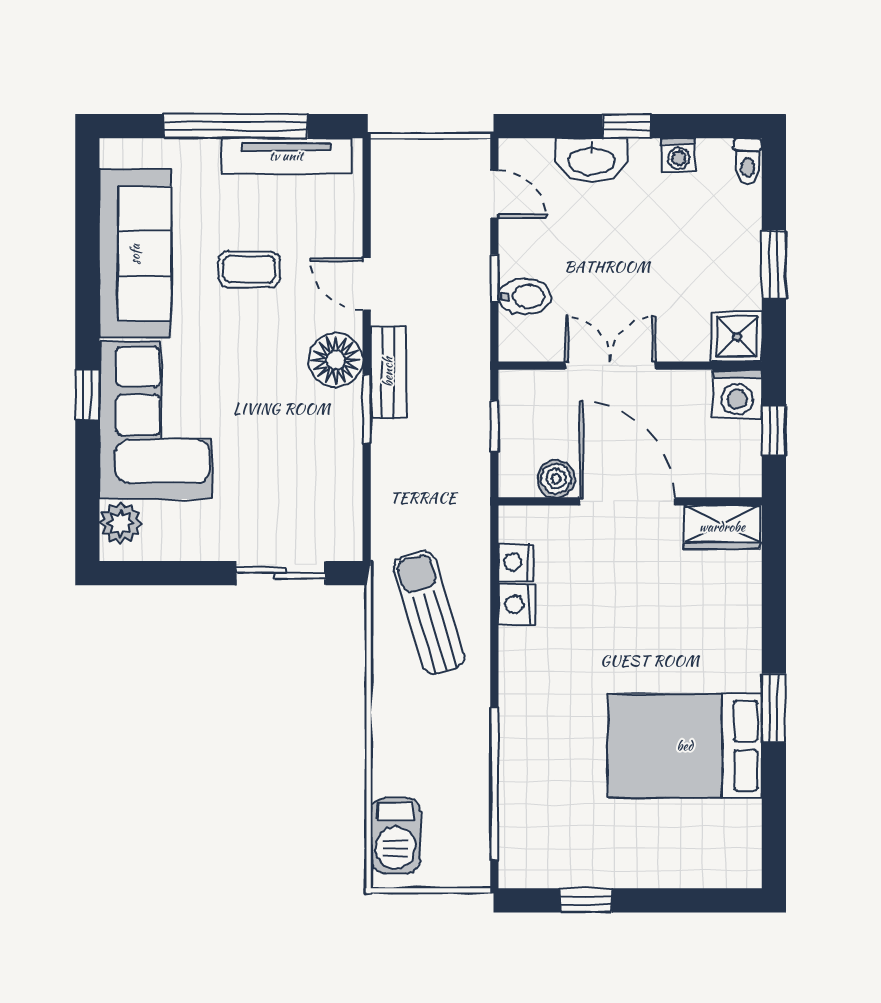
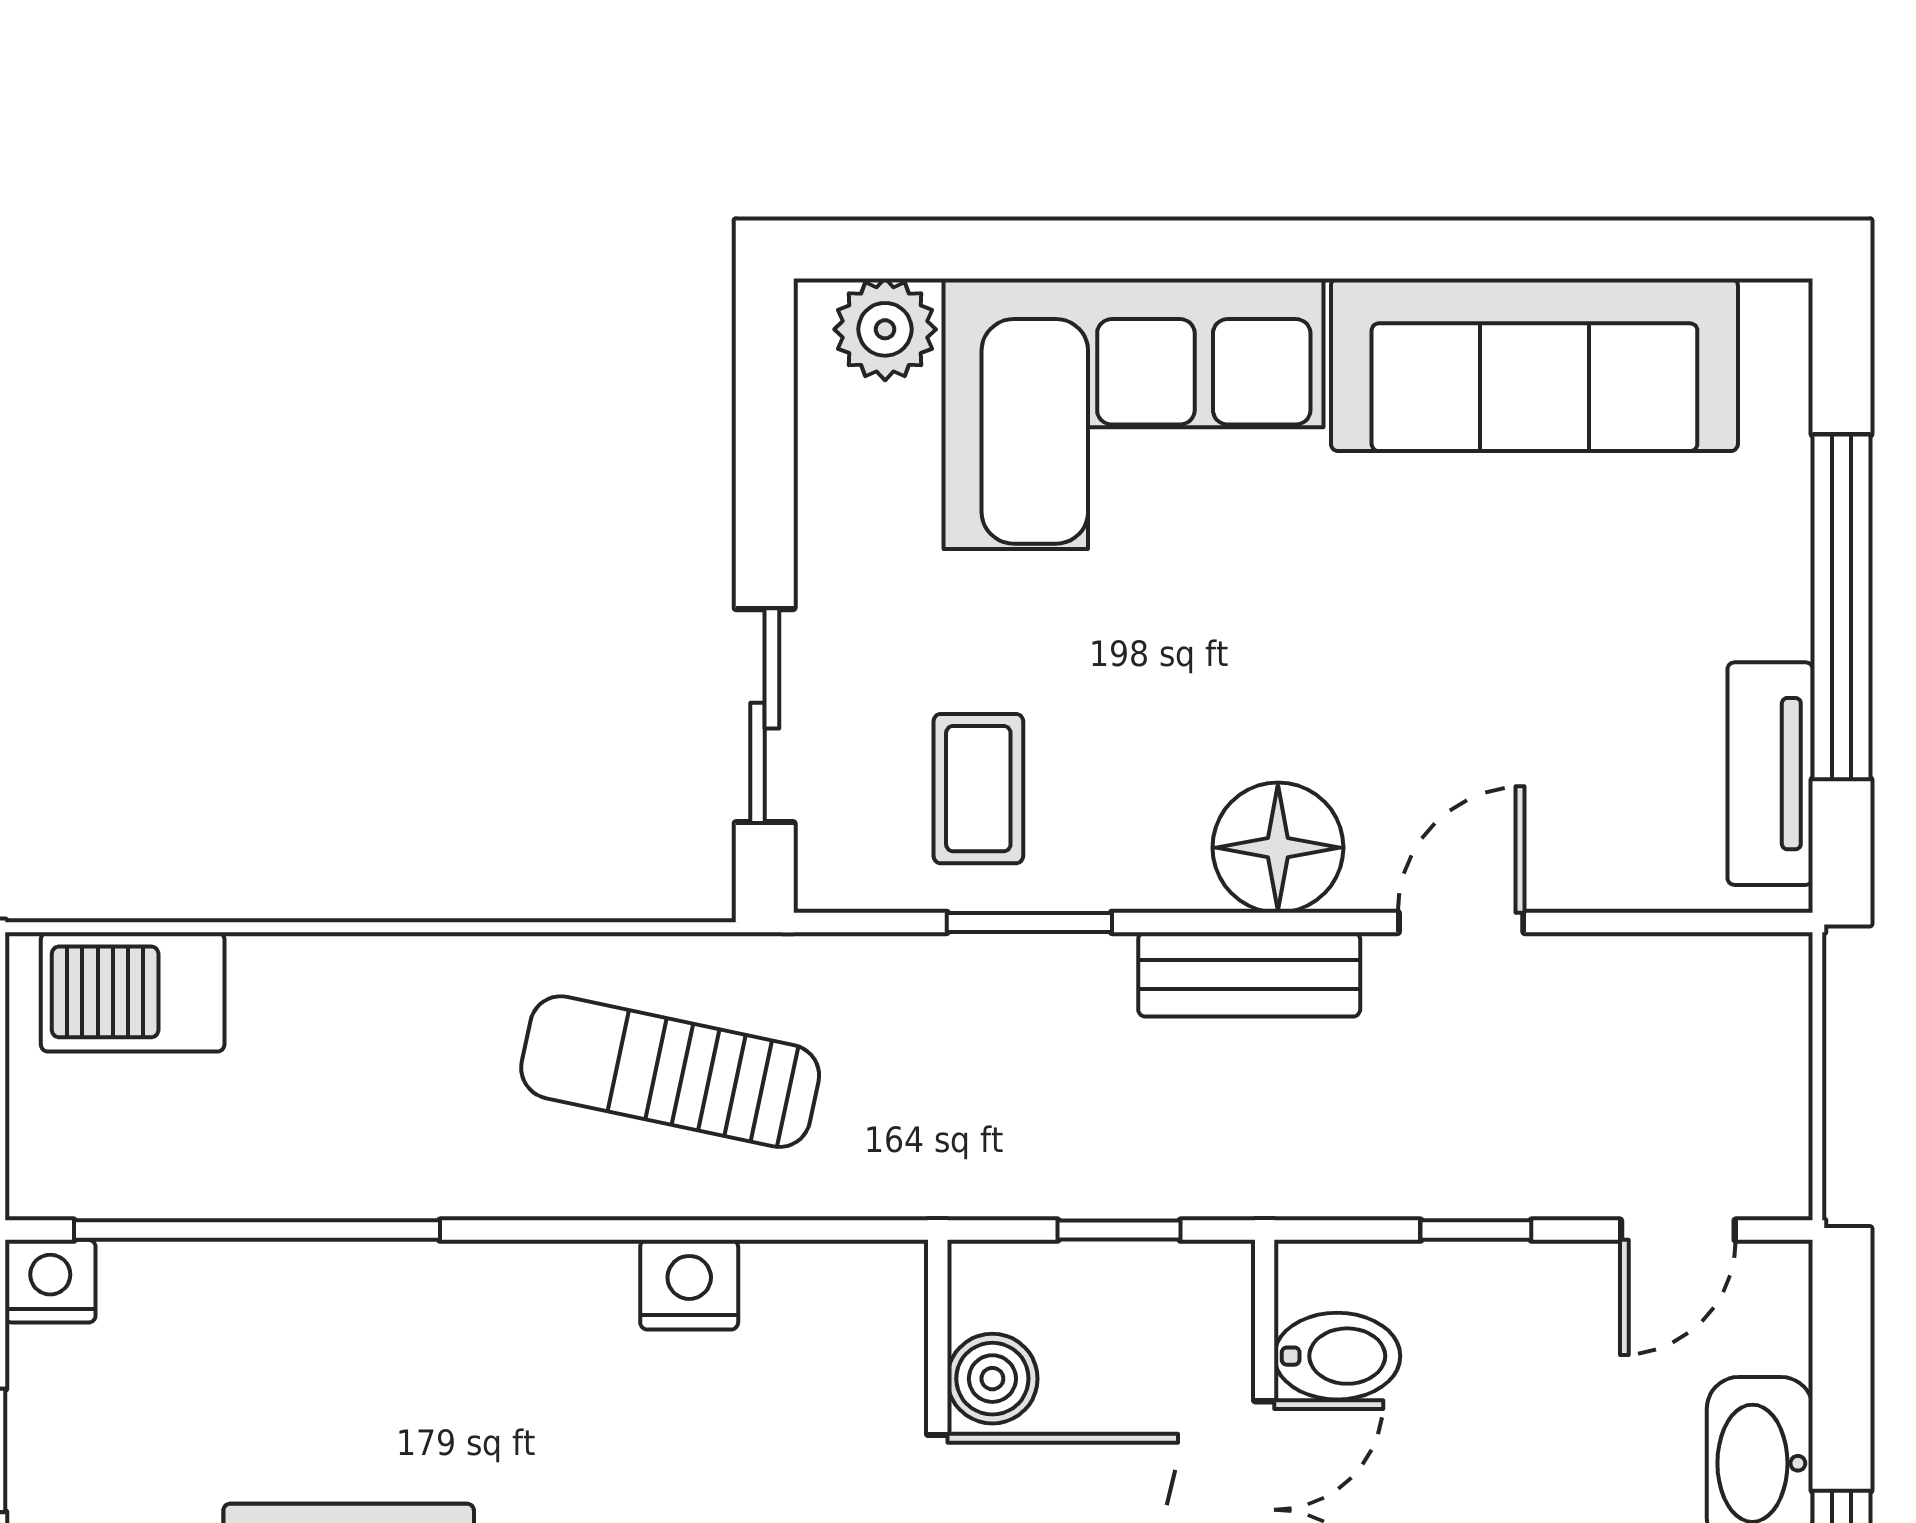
tv unit: (286, 156) -> (1770, 774), width x0.71
coffee table: (249, 269) -> (978, 789), moved
bidet: (525, 296) -> (1337, 1356), moved, turned -90
window: (87, 395) -> (1194, 249), removed
window: (367, 409) -> (1029, 922), moved
nightstand: (516, 562) -> (50, 1281), moved
sun lounger: (429, 612) -> (670, 1072), turned -151

